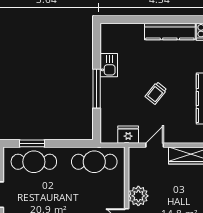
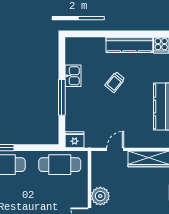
trolley: (156, 93) -> (115, 82), moved
fridge: (128, 135) -> (75, 140), moved

